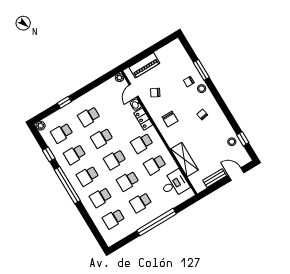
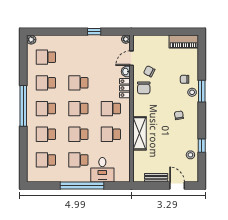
piano: (144, 65) -> (184, 42), moved
window: (201, 70) -> (202, 91), moved
window: (64, 102) -> (94, 32), moved
school desk: (89, 117) -> (78, 57), removed
chair: (170, 119) -> (144, 88), moved
window: (243, 139) -> (202, 146), moved
window: (49, 154) -> (23, 69), removed
shelving: (184, 159) -> (139, 133), moved
desk: (174, 184) -> (102, 170), moved, turned 90

